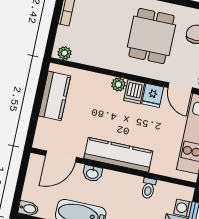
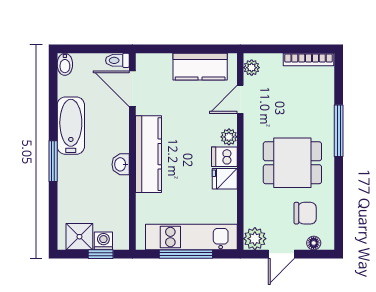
door: (180, 88) -> (240, 99), moved
washbasin: (92, 173) -> (121, 164), moved
toilet: (148, 188) -> (117, 60), moved

